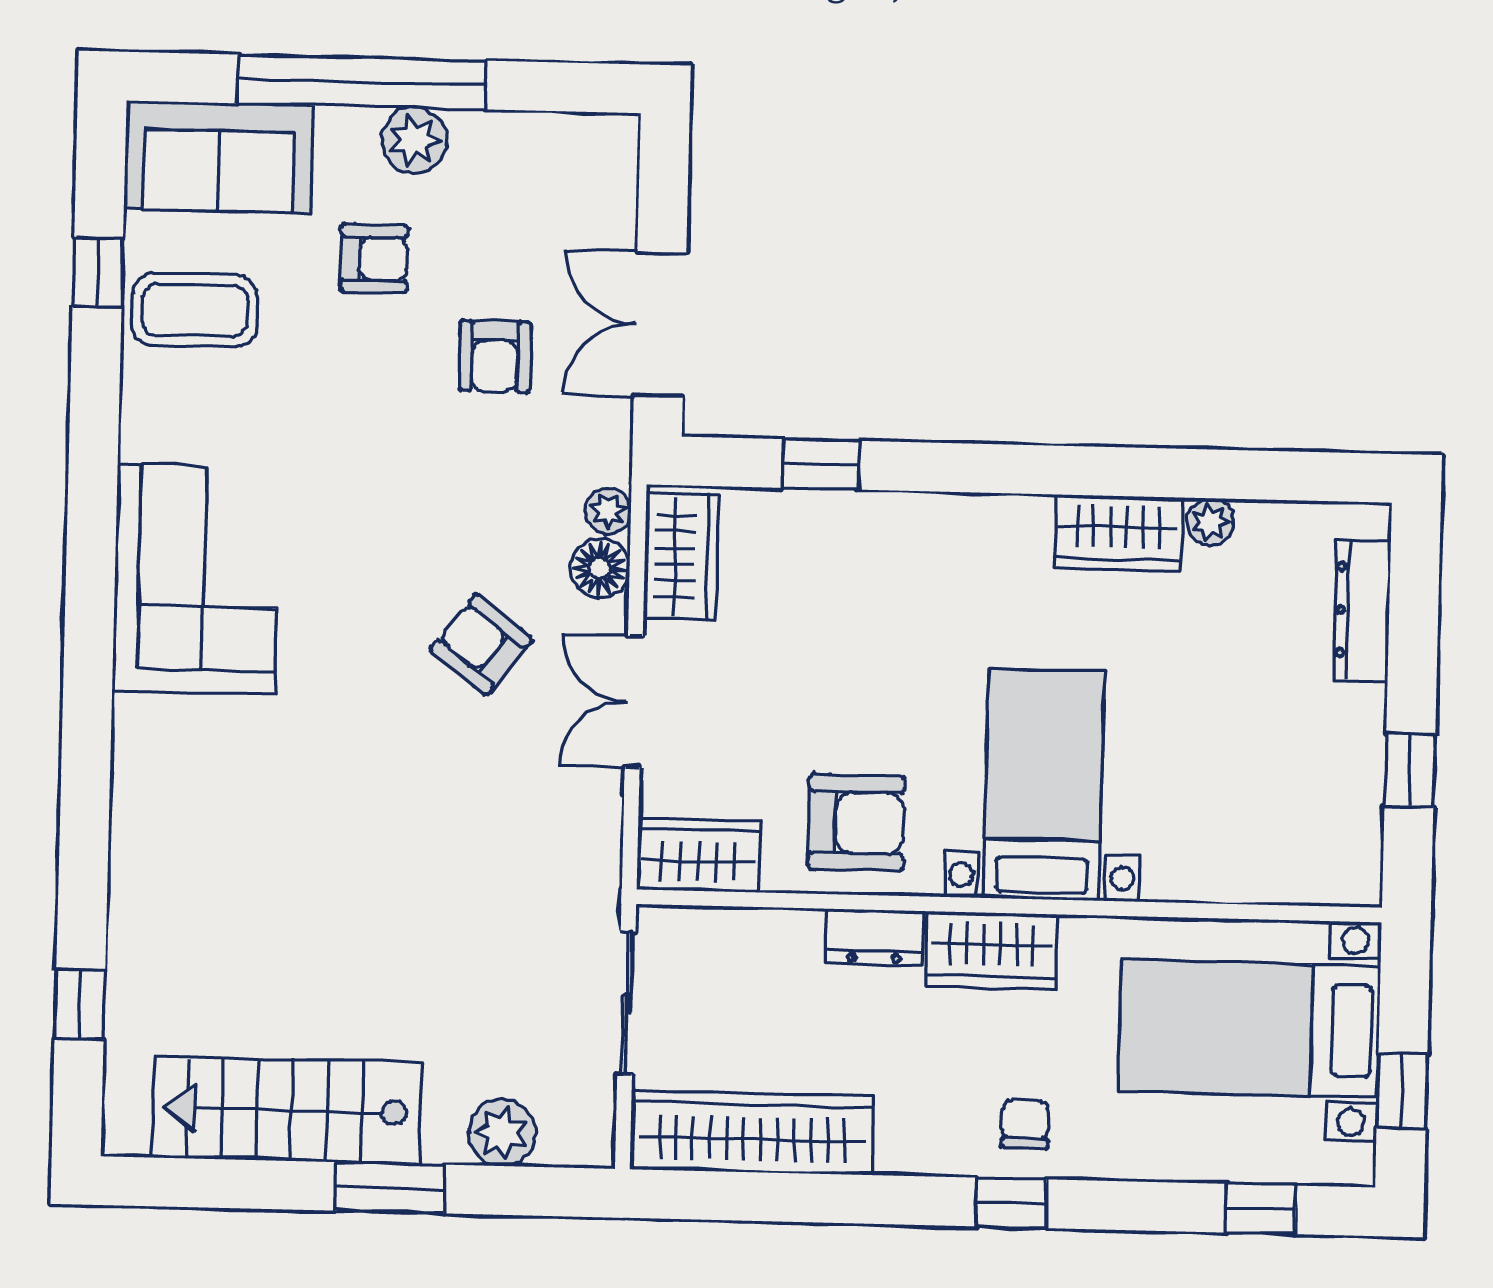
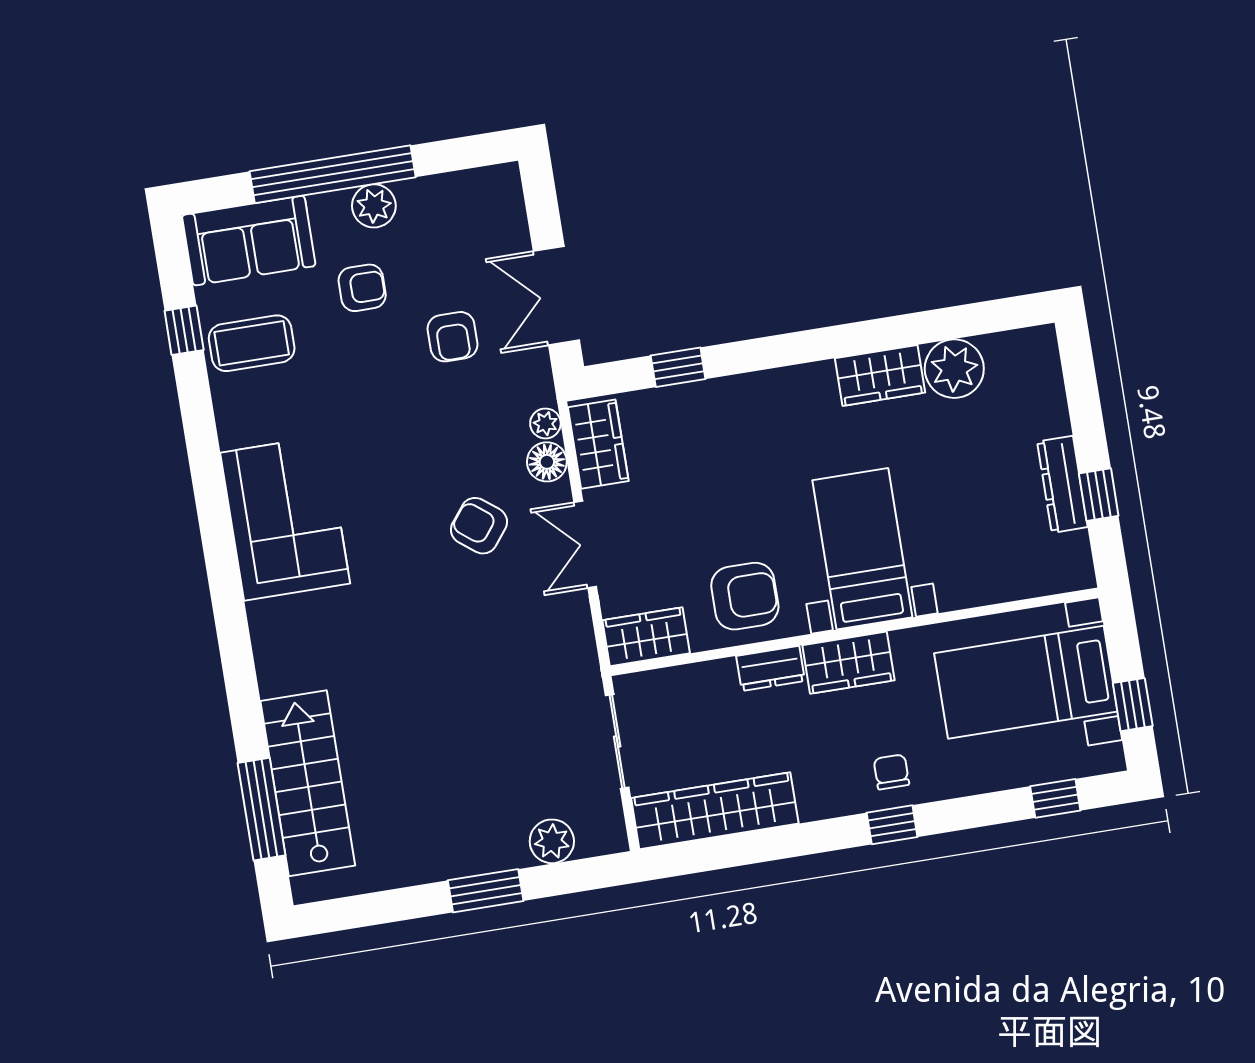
plant: (1210, 522) -> (954, 369), width x1.87, depth x1.87
dresser: (1362, 610) -> (1062, 484), moved
window: (80, 1004) -> (262, 809), width x2.17
stairs: (287, 1110) -> (308, 783), moved, turned 90

